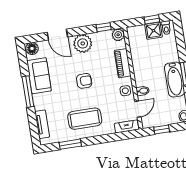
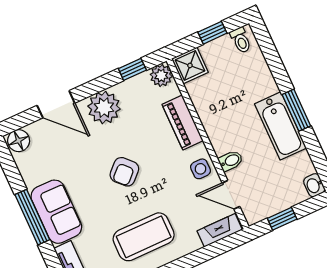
shower: (153, 31) -> (190, 65), moved
sofa: (39, 76) -> (56, 212), moved
armchair: (84, 81) -> (124, 172), turned 136
door: (138, 109) -> (231, 195), swing flipped

